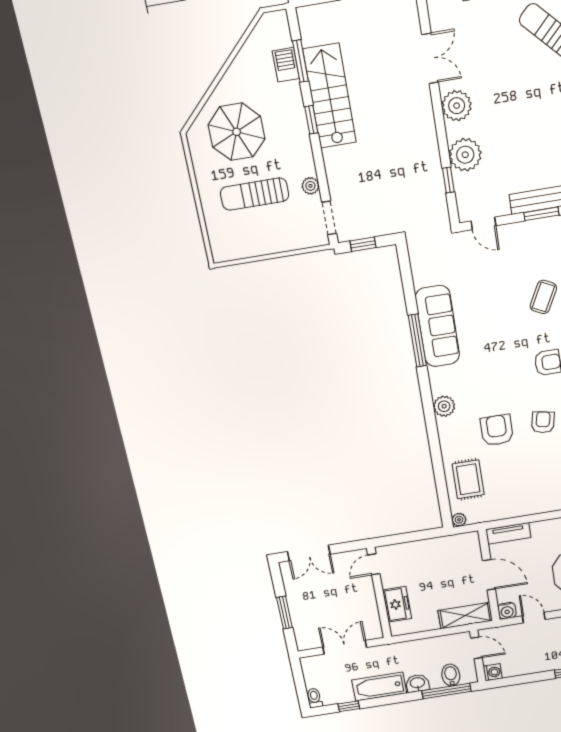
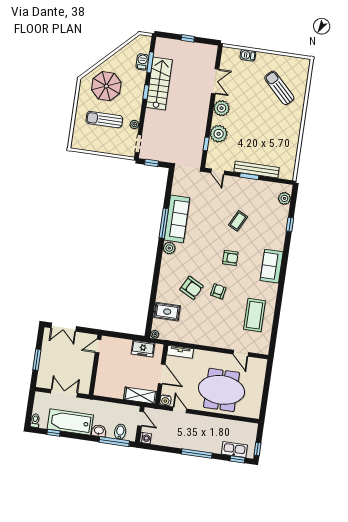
plant: (444, 406) -> (169, 248), moved
armchair: (497, 430) -> (192, 288), turned 118
rug: (468, 479) -> (167, 312), turned 90
freezer: (397, 604) -> (143, 349), moved, turned 90
bathtub: (379, 687) -> (70, 422), width x1.36, depth x1.36

